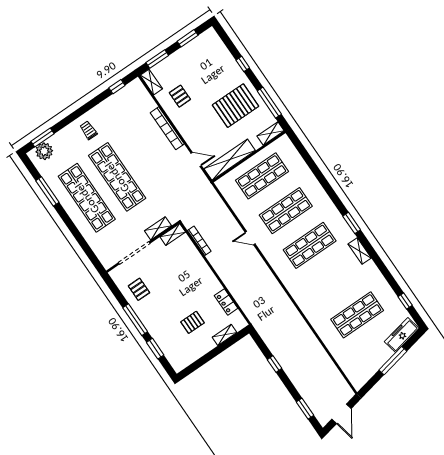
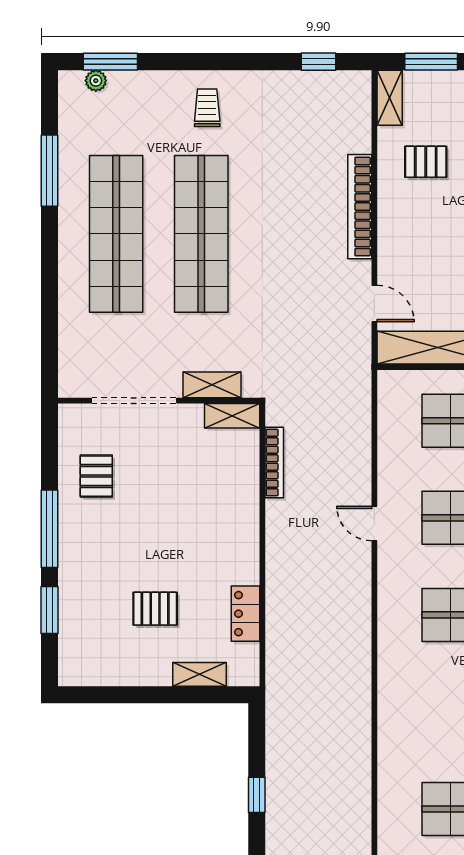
pallet: (180, 96) -> (426, 162), turned 90
plant: (44, 151) -> (96, 81), width x0.53, depth x0.53

